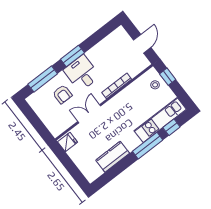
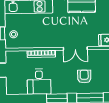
desk: (82, 73) -> (39, 82), moved

